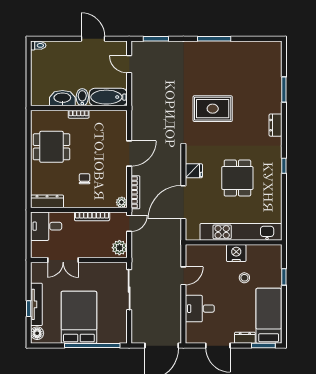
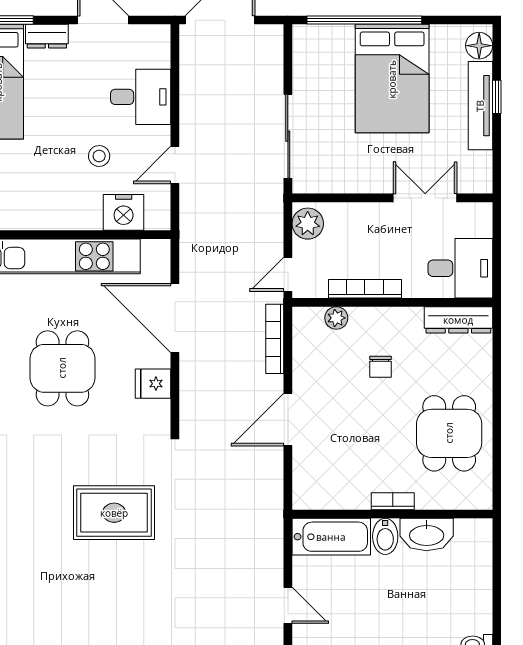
dining table: (51, 147) -> (449, 433), turned 90
plant: (122, 202) -> (336, 318), moved
door: (183, 202) -> (175, 318), swing flipped
nightstand: (236, 253) -> (124, 212), moved
stool: (244, 278) -> (99, 156), moved

